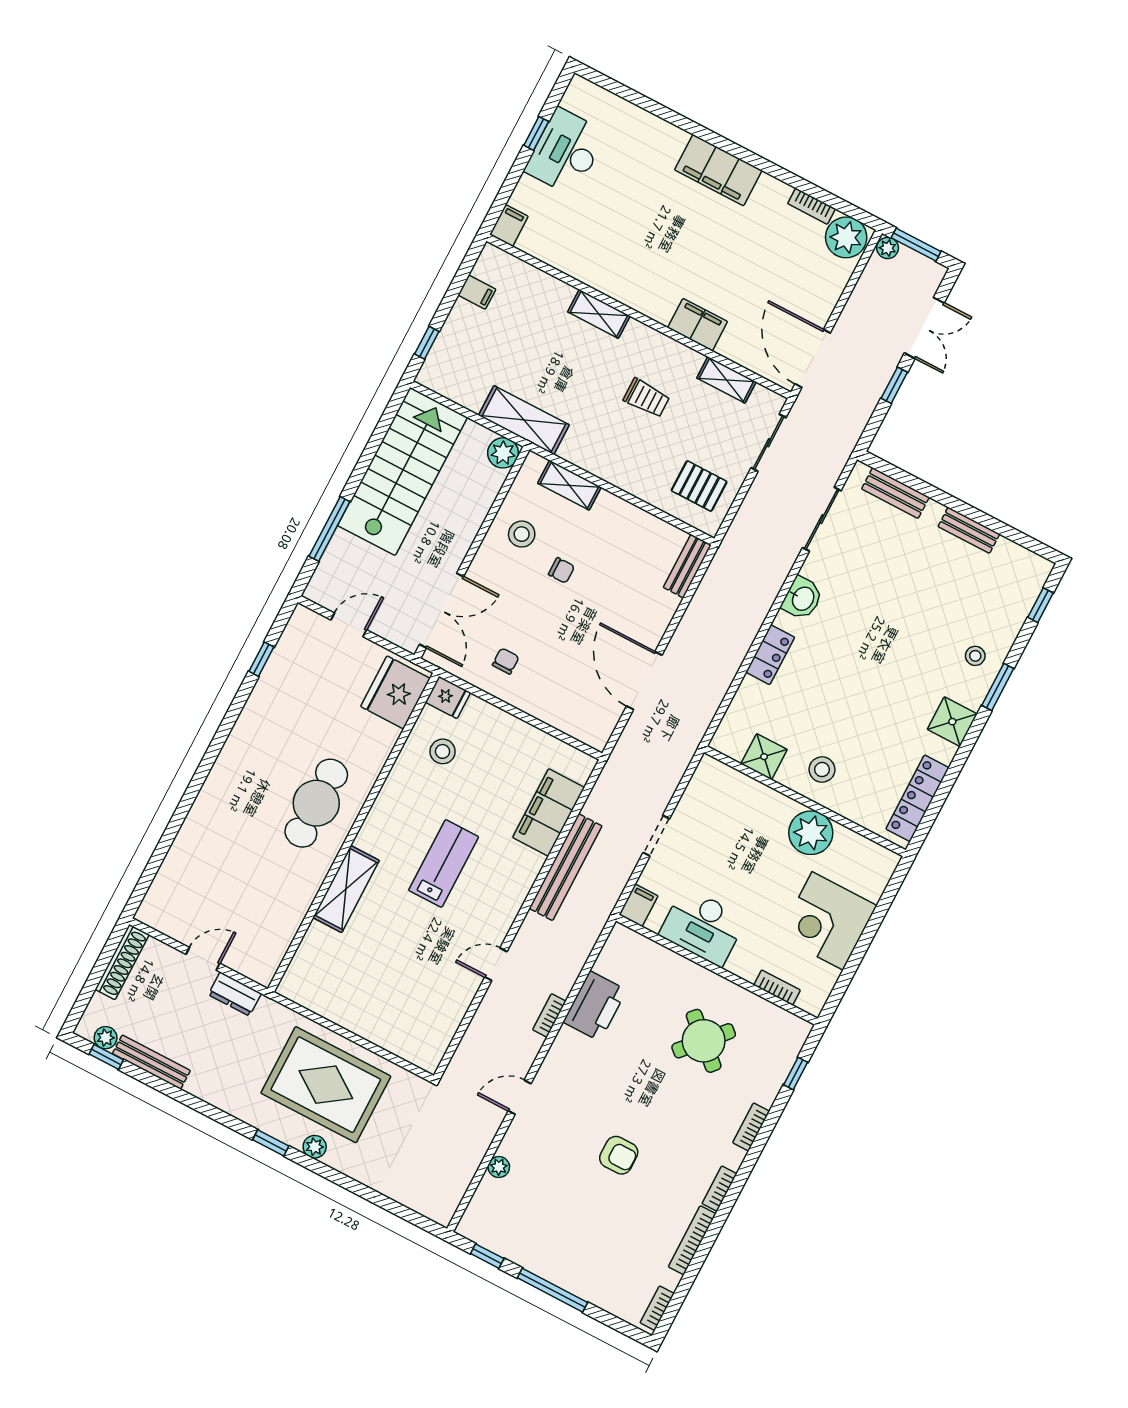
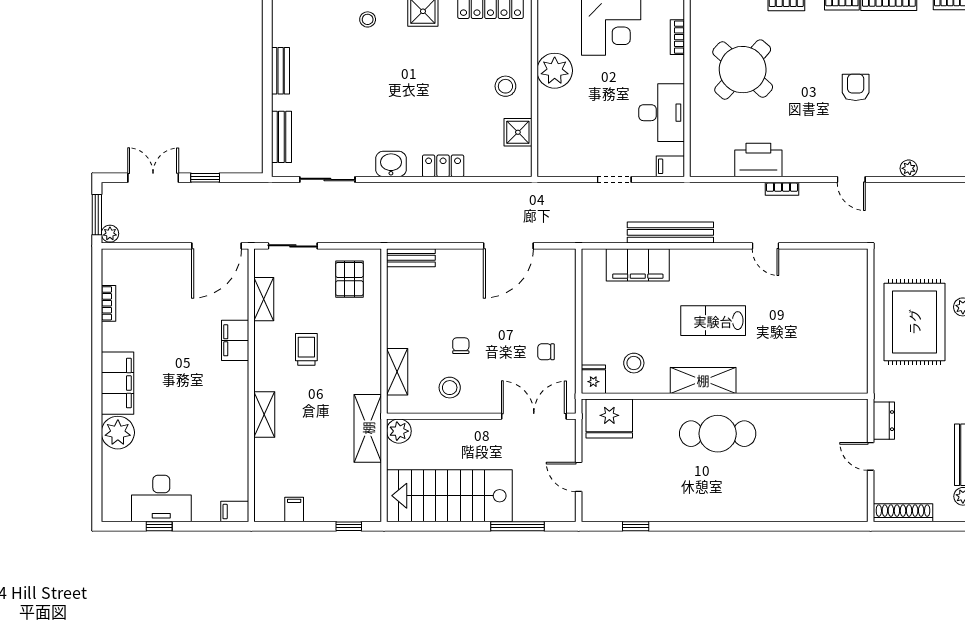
plant: (846, 237) -> (118, 433), moved
shelving: (346, 889) -> (703, 380), moved
round table: (704, 1041) -> (743, 70), width x1.36, depth x1.36

